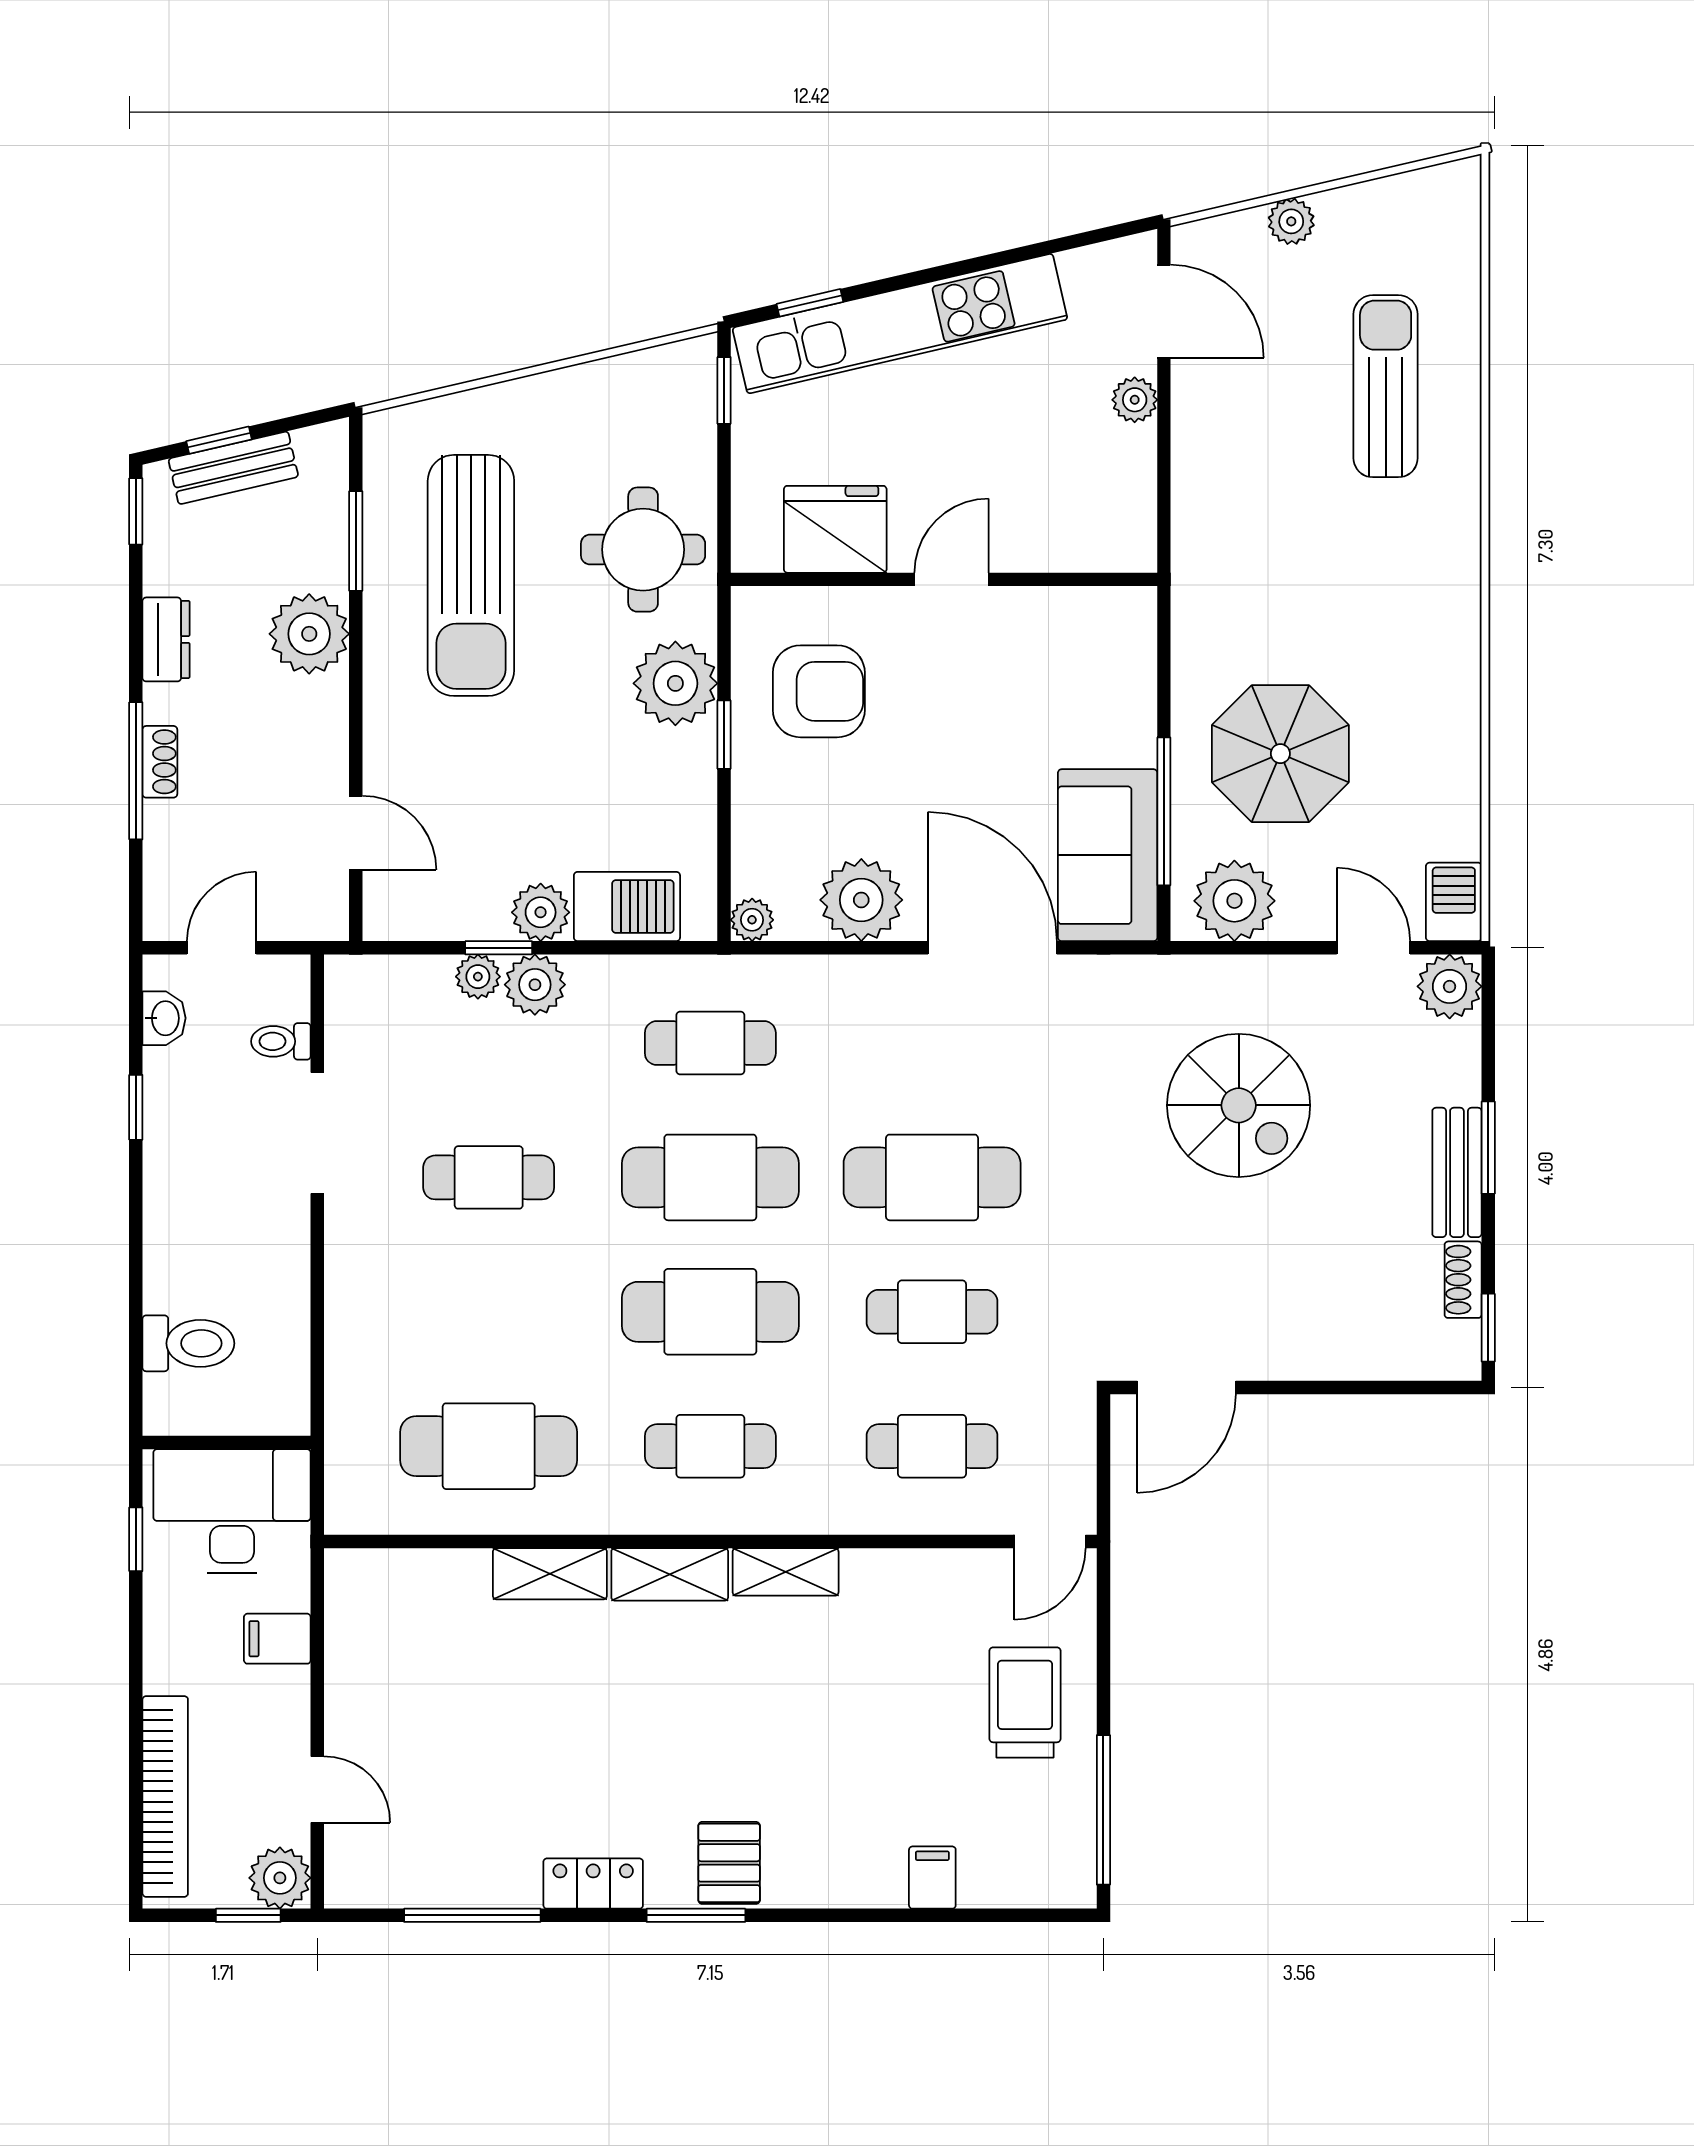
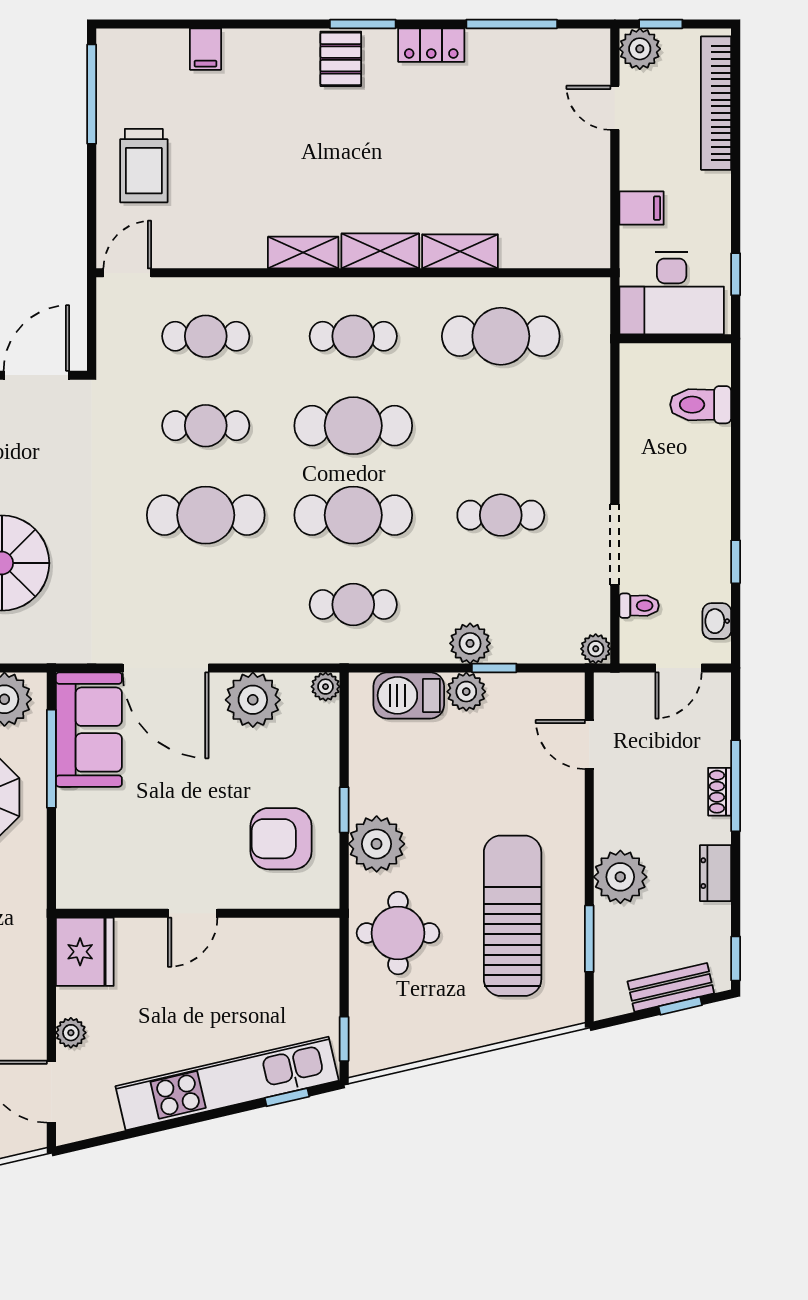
fridge: (835, 529) -> (85, 952), moved, turned -90
plant: (478, 977) -> (596, 649), moved

